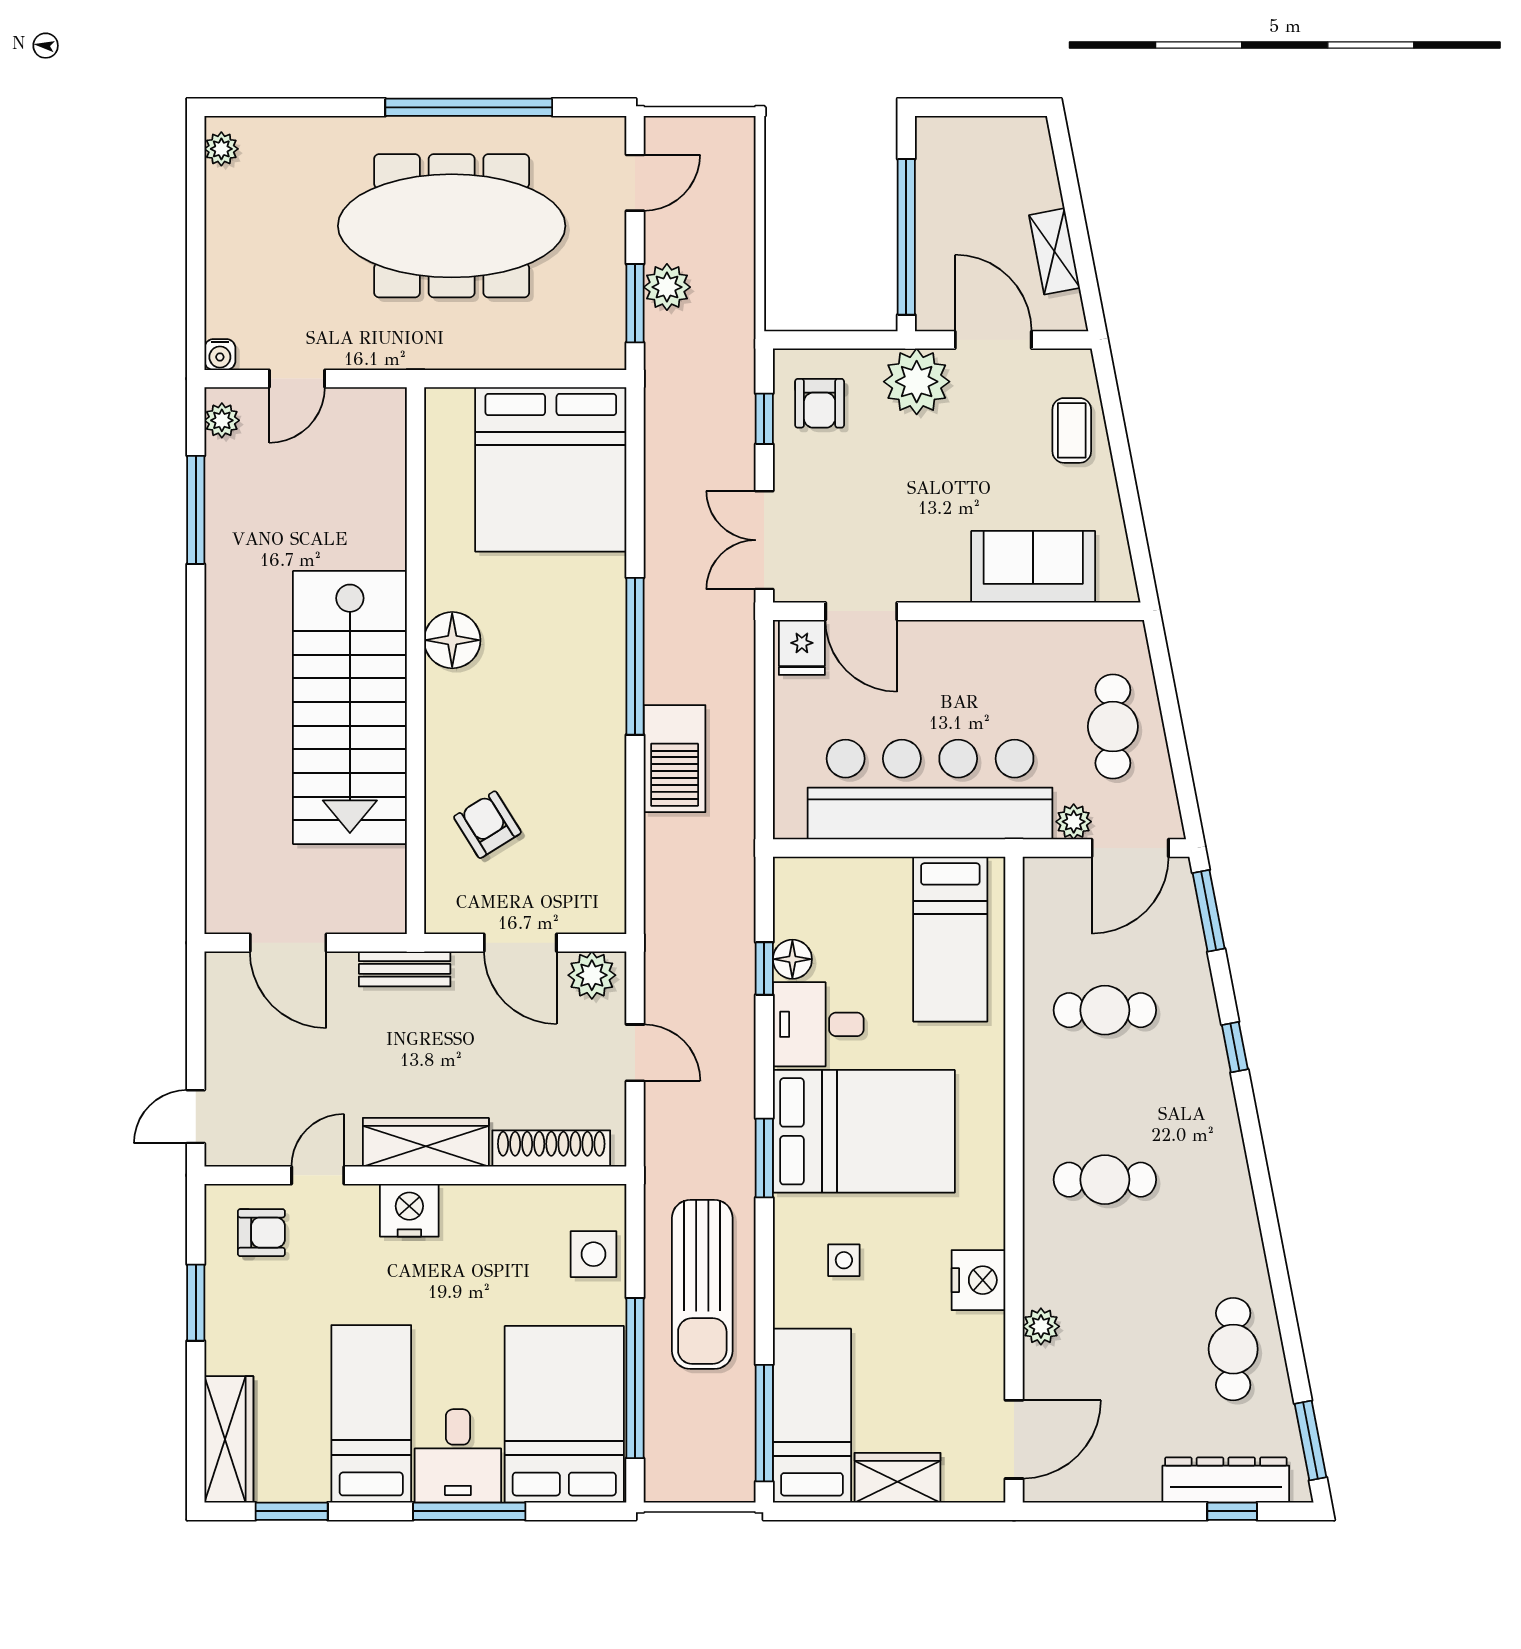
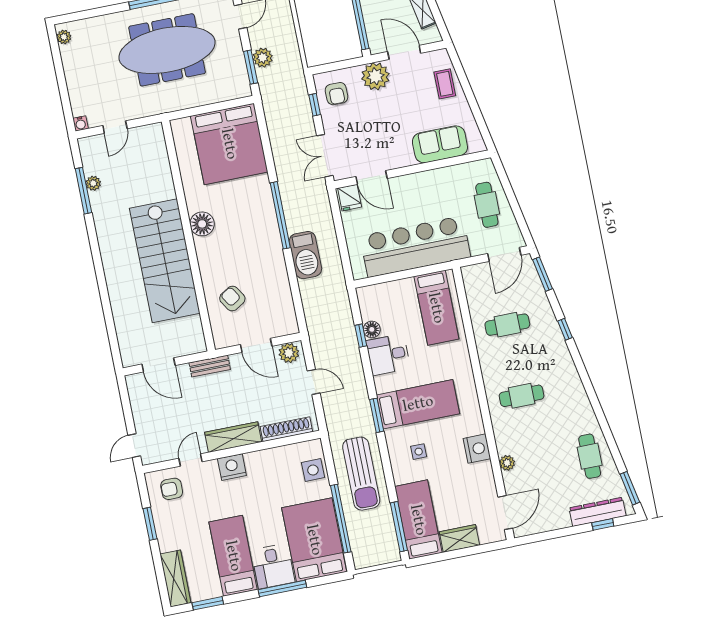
plant: (222, 420) -> (93, 183), moved
plant: (1074, 822) -> (478, 248), removed
bed: (864, 1131) -> (418, 404), width x0.67
armchair: (261, 1233) -> (172, 489), turned 180

